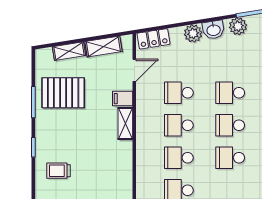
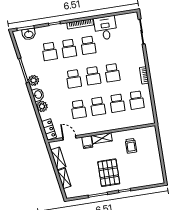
pallet: (63, 93) -> (109, 173), moved
trolley: (58, 171) -> (131, 146), moved

